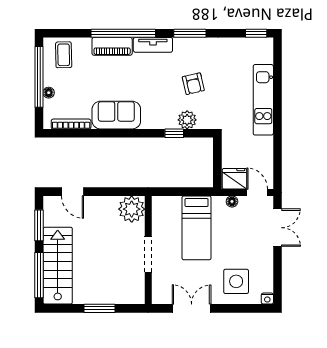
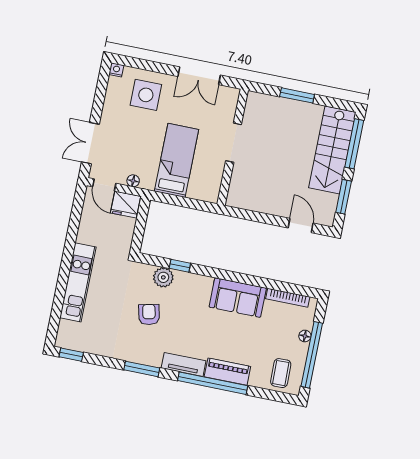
plant: (132, 209) -> (242, 194), removed

